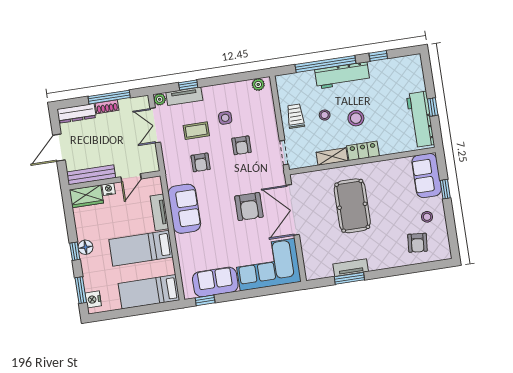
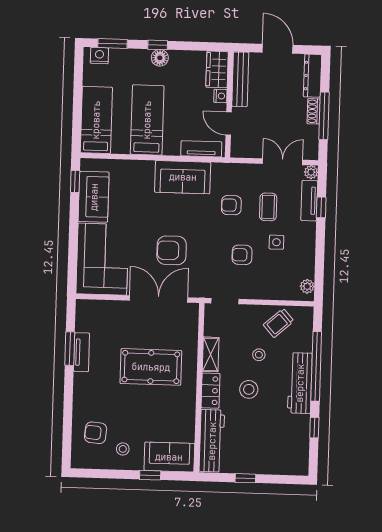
trolley: (295, 116) -> (279, 323), moved, turned 138
workbench: (420, 119) -> (212, 441), moved, turned 90
tv unit: (159, 212) -> (201, 149), moved

